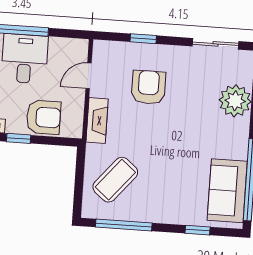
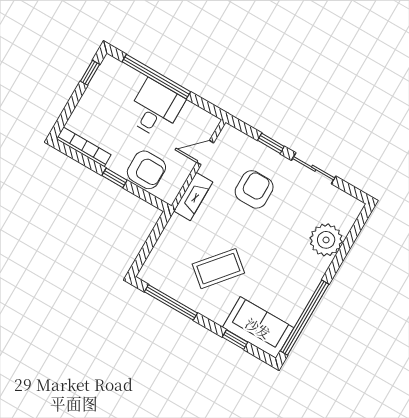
sliding door: (216, 44) -> (314, 168), moved
coffee table: (115, 180) -> (218, 269), moved
sofa: (227, 191) -> (258, 328), moved, turned 90

